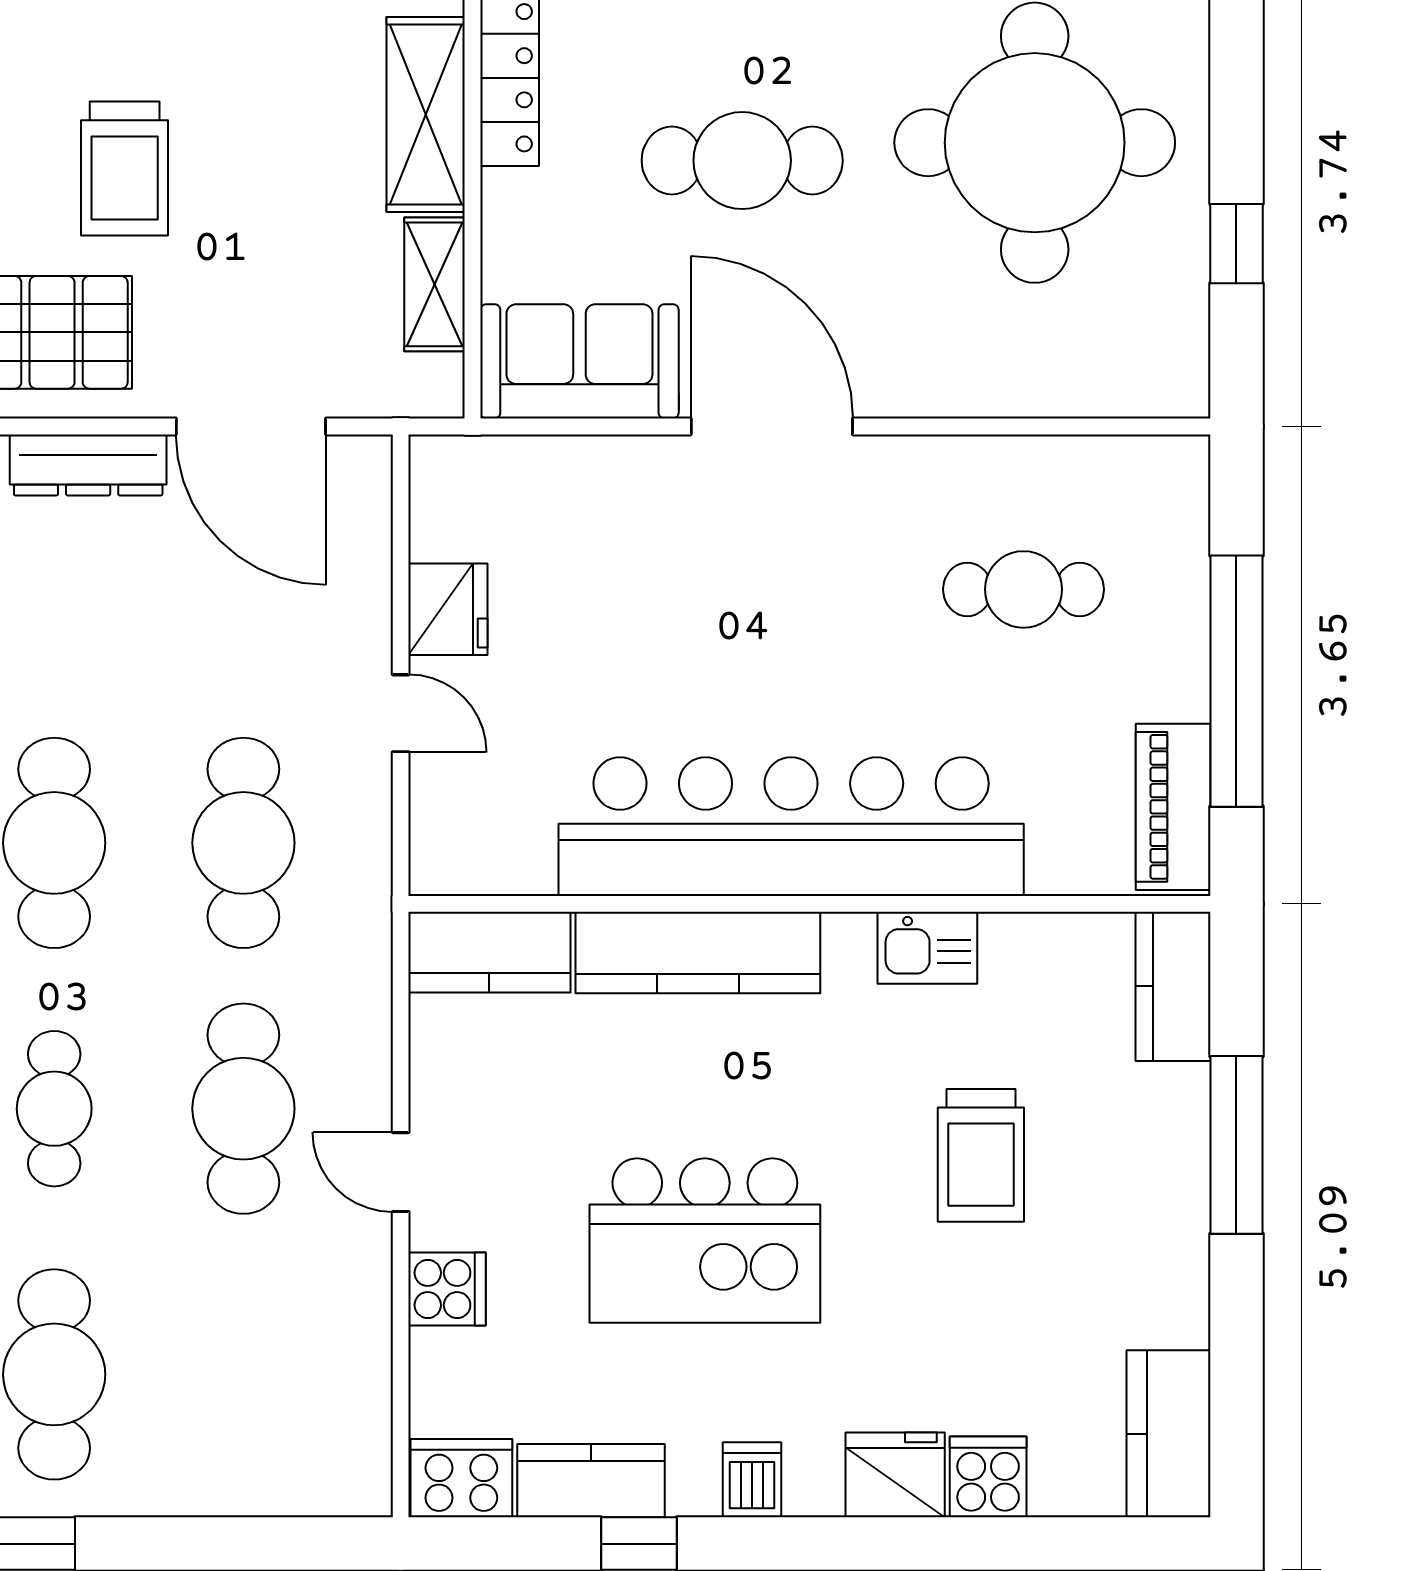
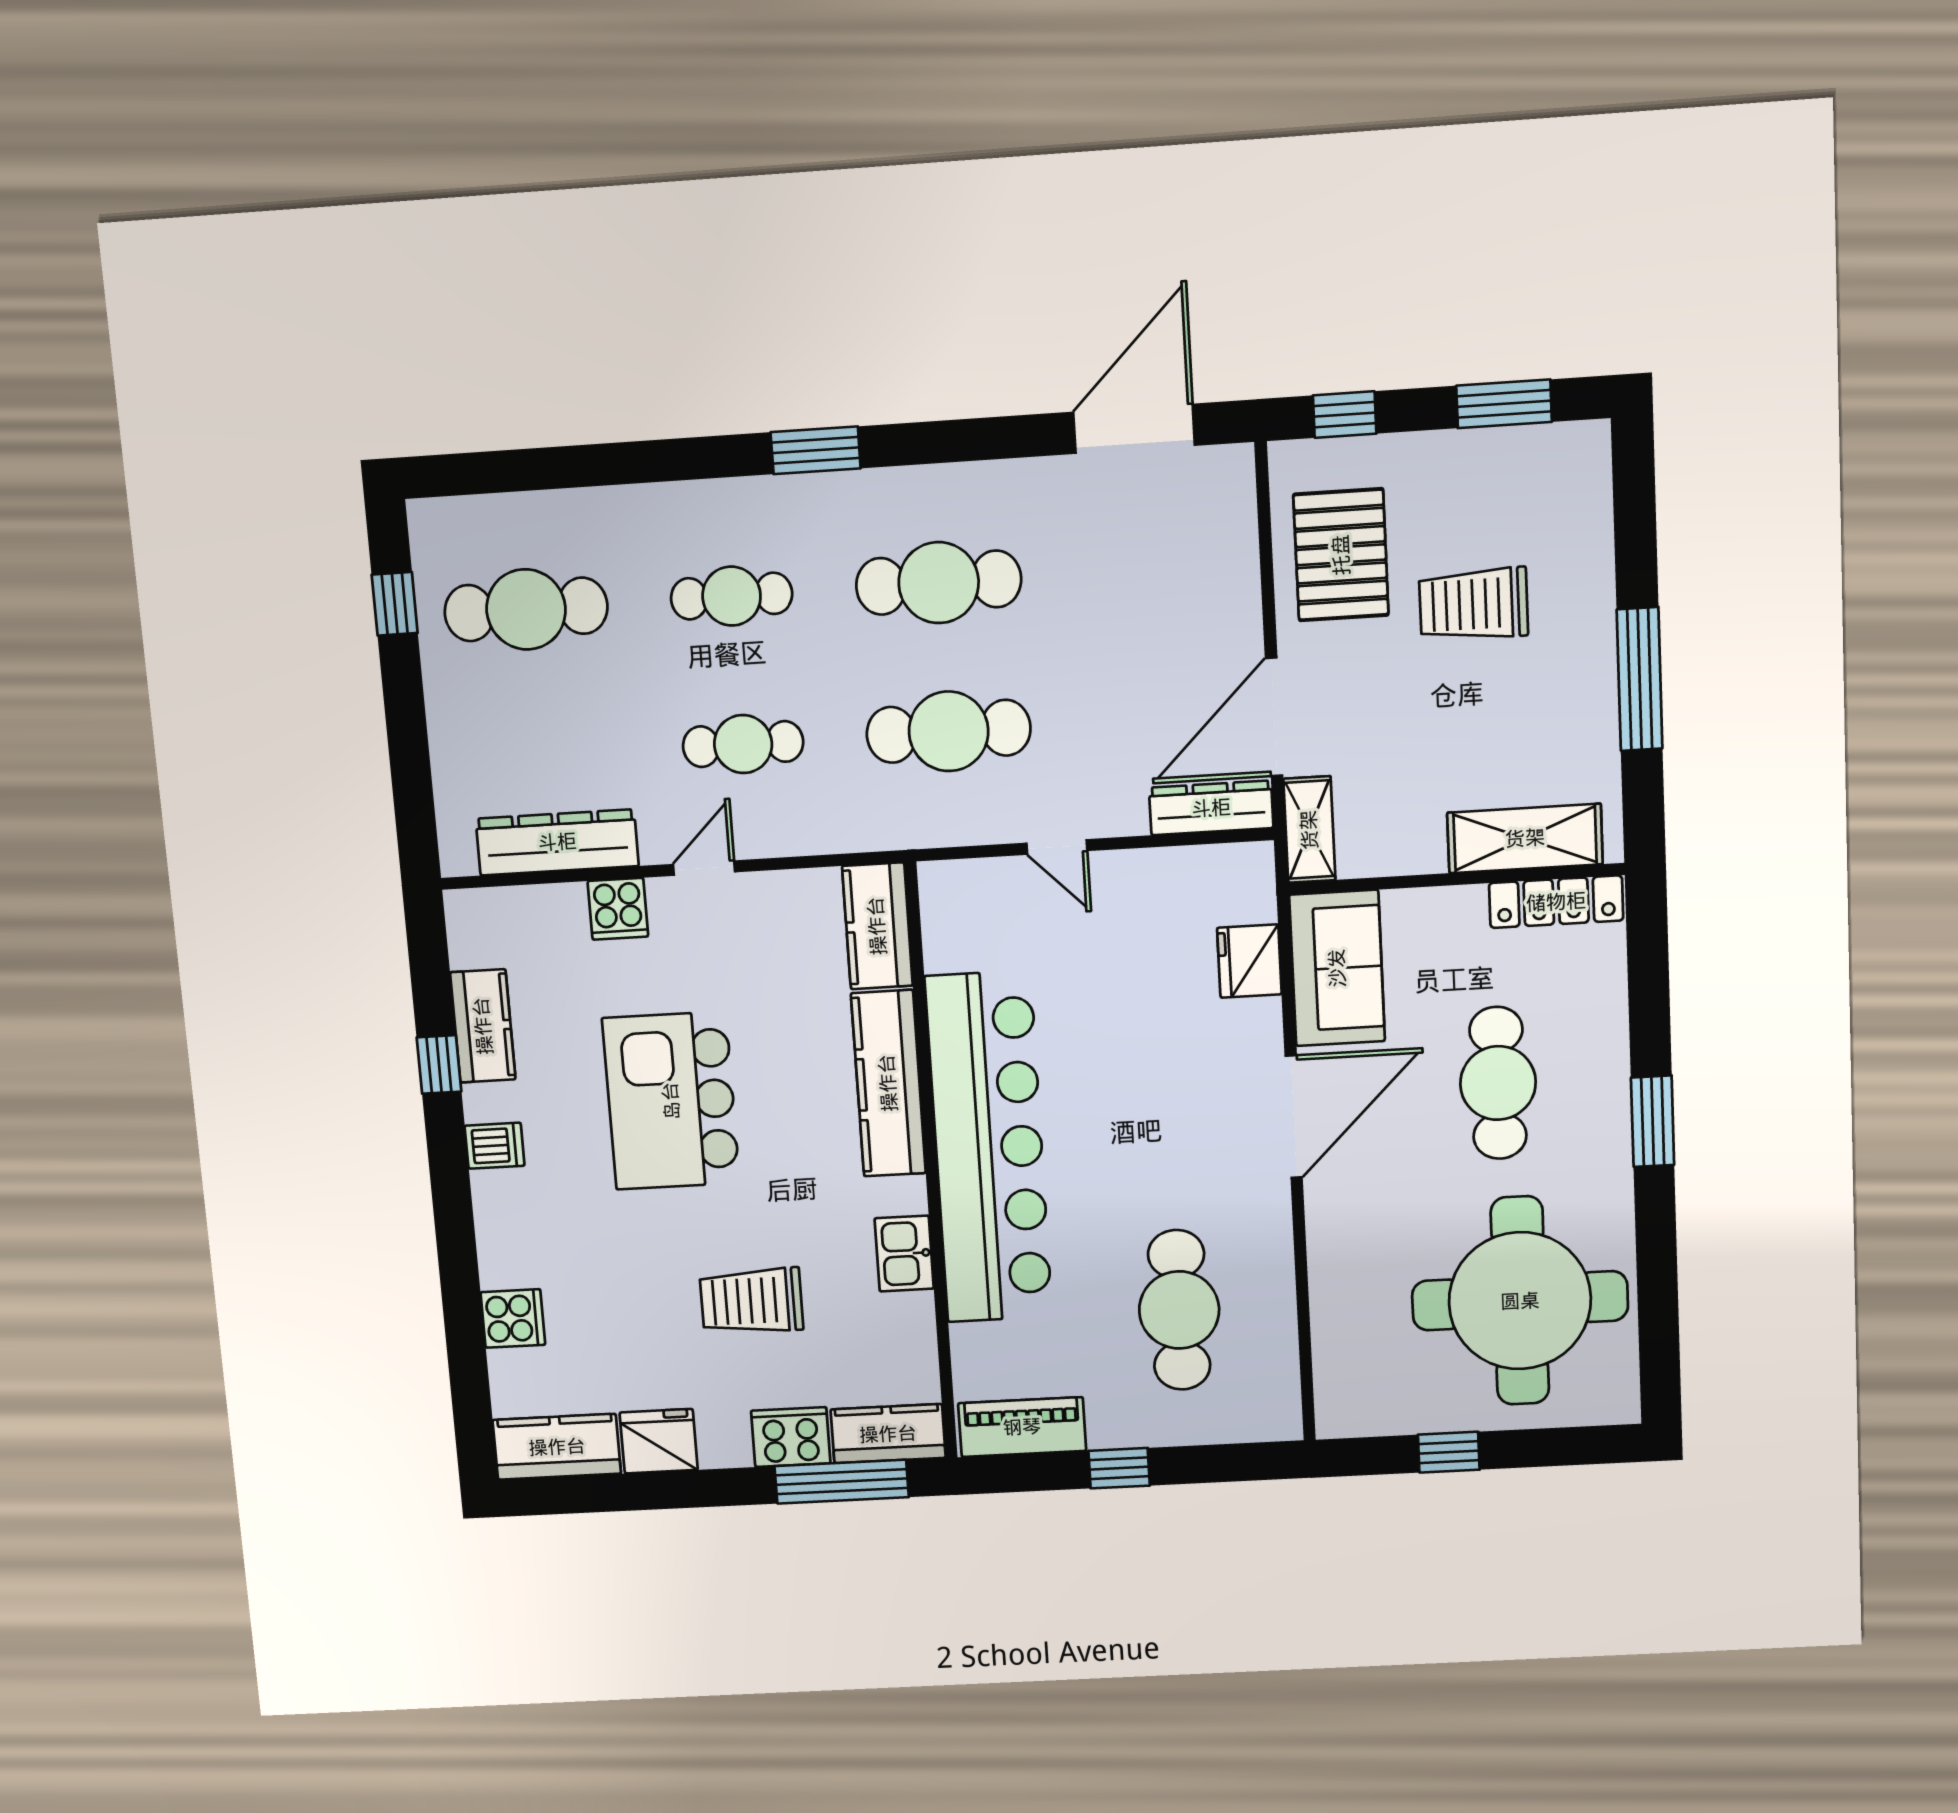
shelving: (435, 284) -> (1309, 830), moved, turned 90
dresser: (88, 465) -> (1211, 808), moved, turned 90
cafe table: (1023, 589) -> (1179, 1310), width x1.37, depth x1.35
fridge: (448, 609) -> (1249, 961), moved, turned 90
window: (1236, 681) -> (1119, 1468), width x0.32
door: (401, 713) -> (1057, 847), hinge flipped
cafe table: (243, 1109) -> (743, 744), width x0.73, depth x0.74
window: (1236, 1145) -> (842, 1482), moved
dresser: (356, 1361) -> (557, 842), added
fridge: (895, 1475) -> (659, 1441), moved, turned -90
cooker: (461, 1478) -> (791, 1437), moved, turned -90

